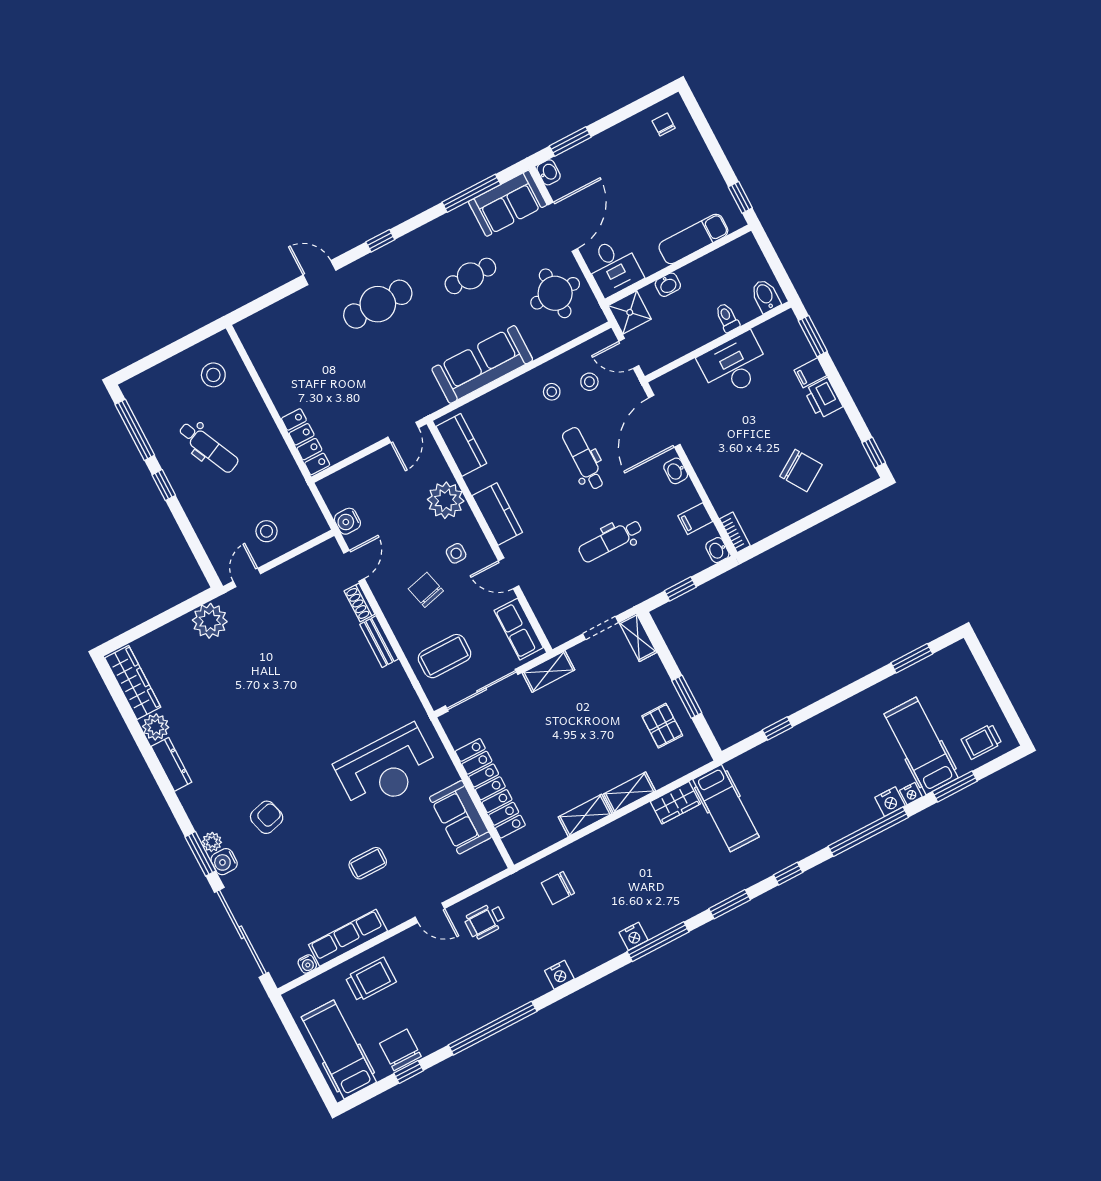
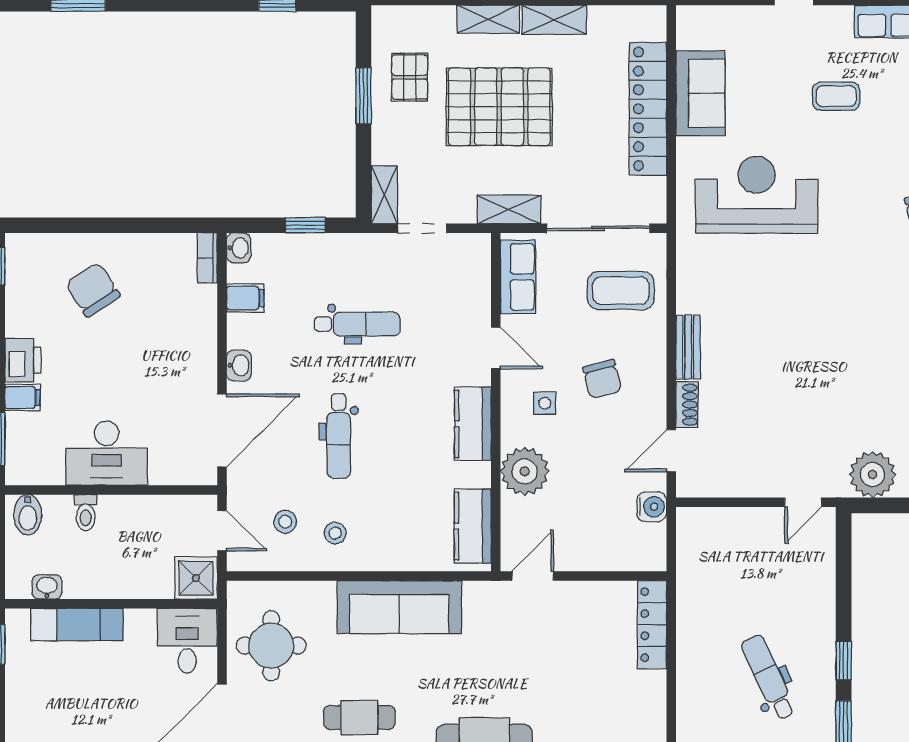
washbasin: (668, 285) -> (47, 587), moved
stool: (267, 531) -> (752, 544), removed
pallet: (591, 737) -> (499, 107), added

